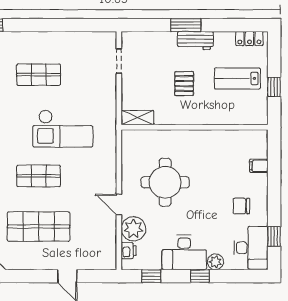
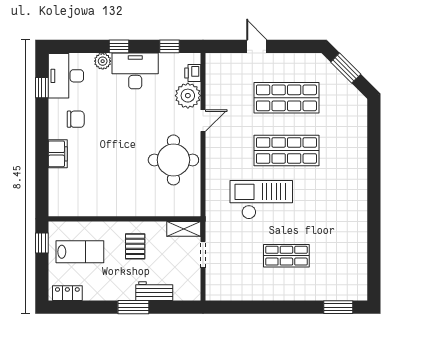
workbench: (195, 40) -> (154, 291), moved
doorway: (119, 61) -> (203, 255), moved
shelving: (137, 118) -> (184, 229), moved
wall: (195, 127) -> (124, 219), moved
filing cabinet: (259, 166) -> (58, 154), width x2.00
shop shelf: (39, 176) -> (286, 150), width x1.43, depth x1.36
round table: (165, 182) -> (173, 160), moved
door: (119, 205) -> (203, 121), hinge flipped

